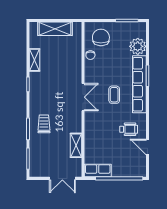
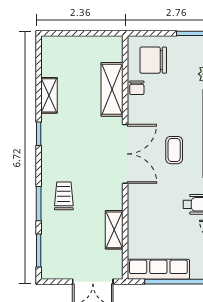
shelving: (55, 29) -> (112, 89), moved, turned 90
chair: (101, 37) -> (153, 60), turned -90
double door: (83, 97) -> (125, 154), width x1.37
row of seats: (98, 171) -> (158, 269), width x1.48

